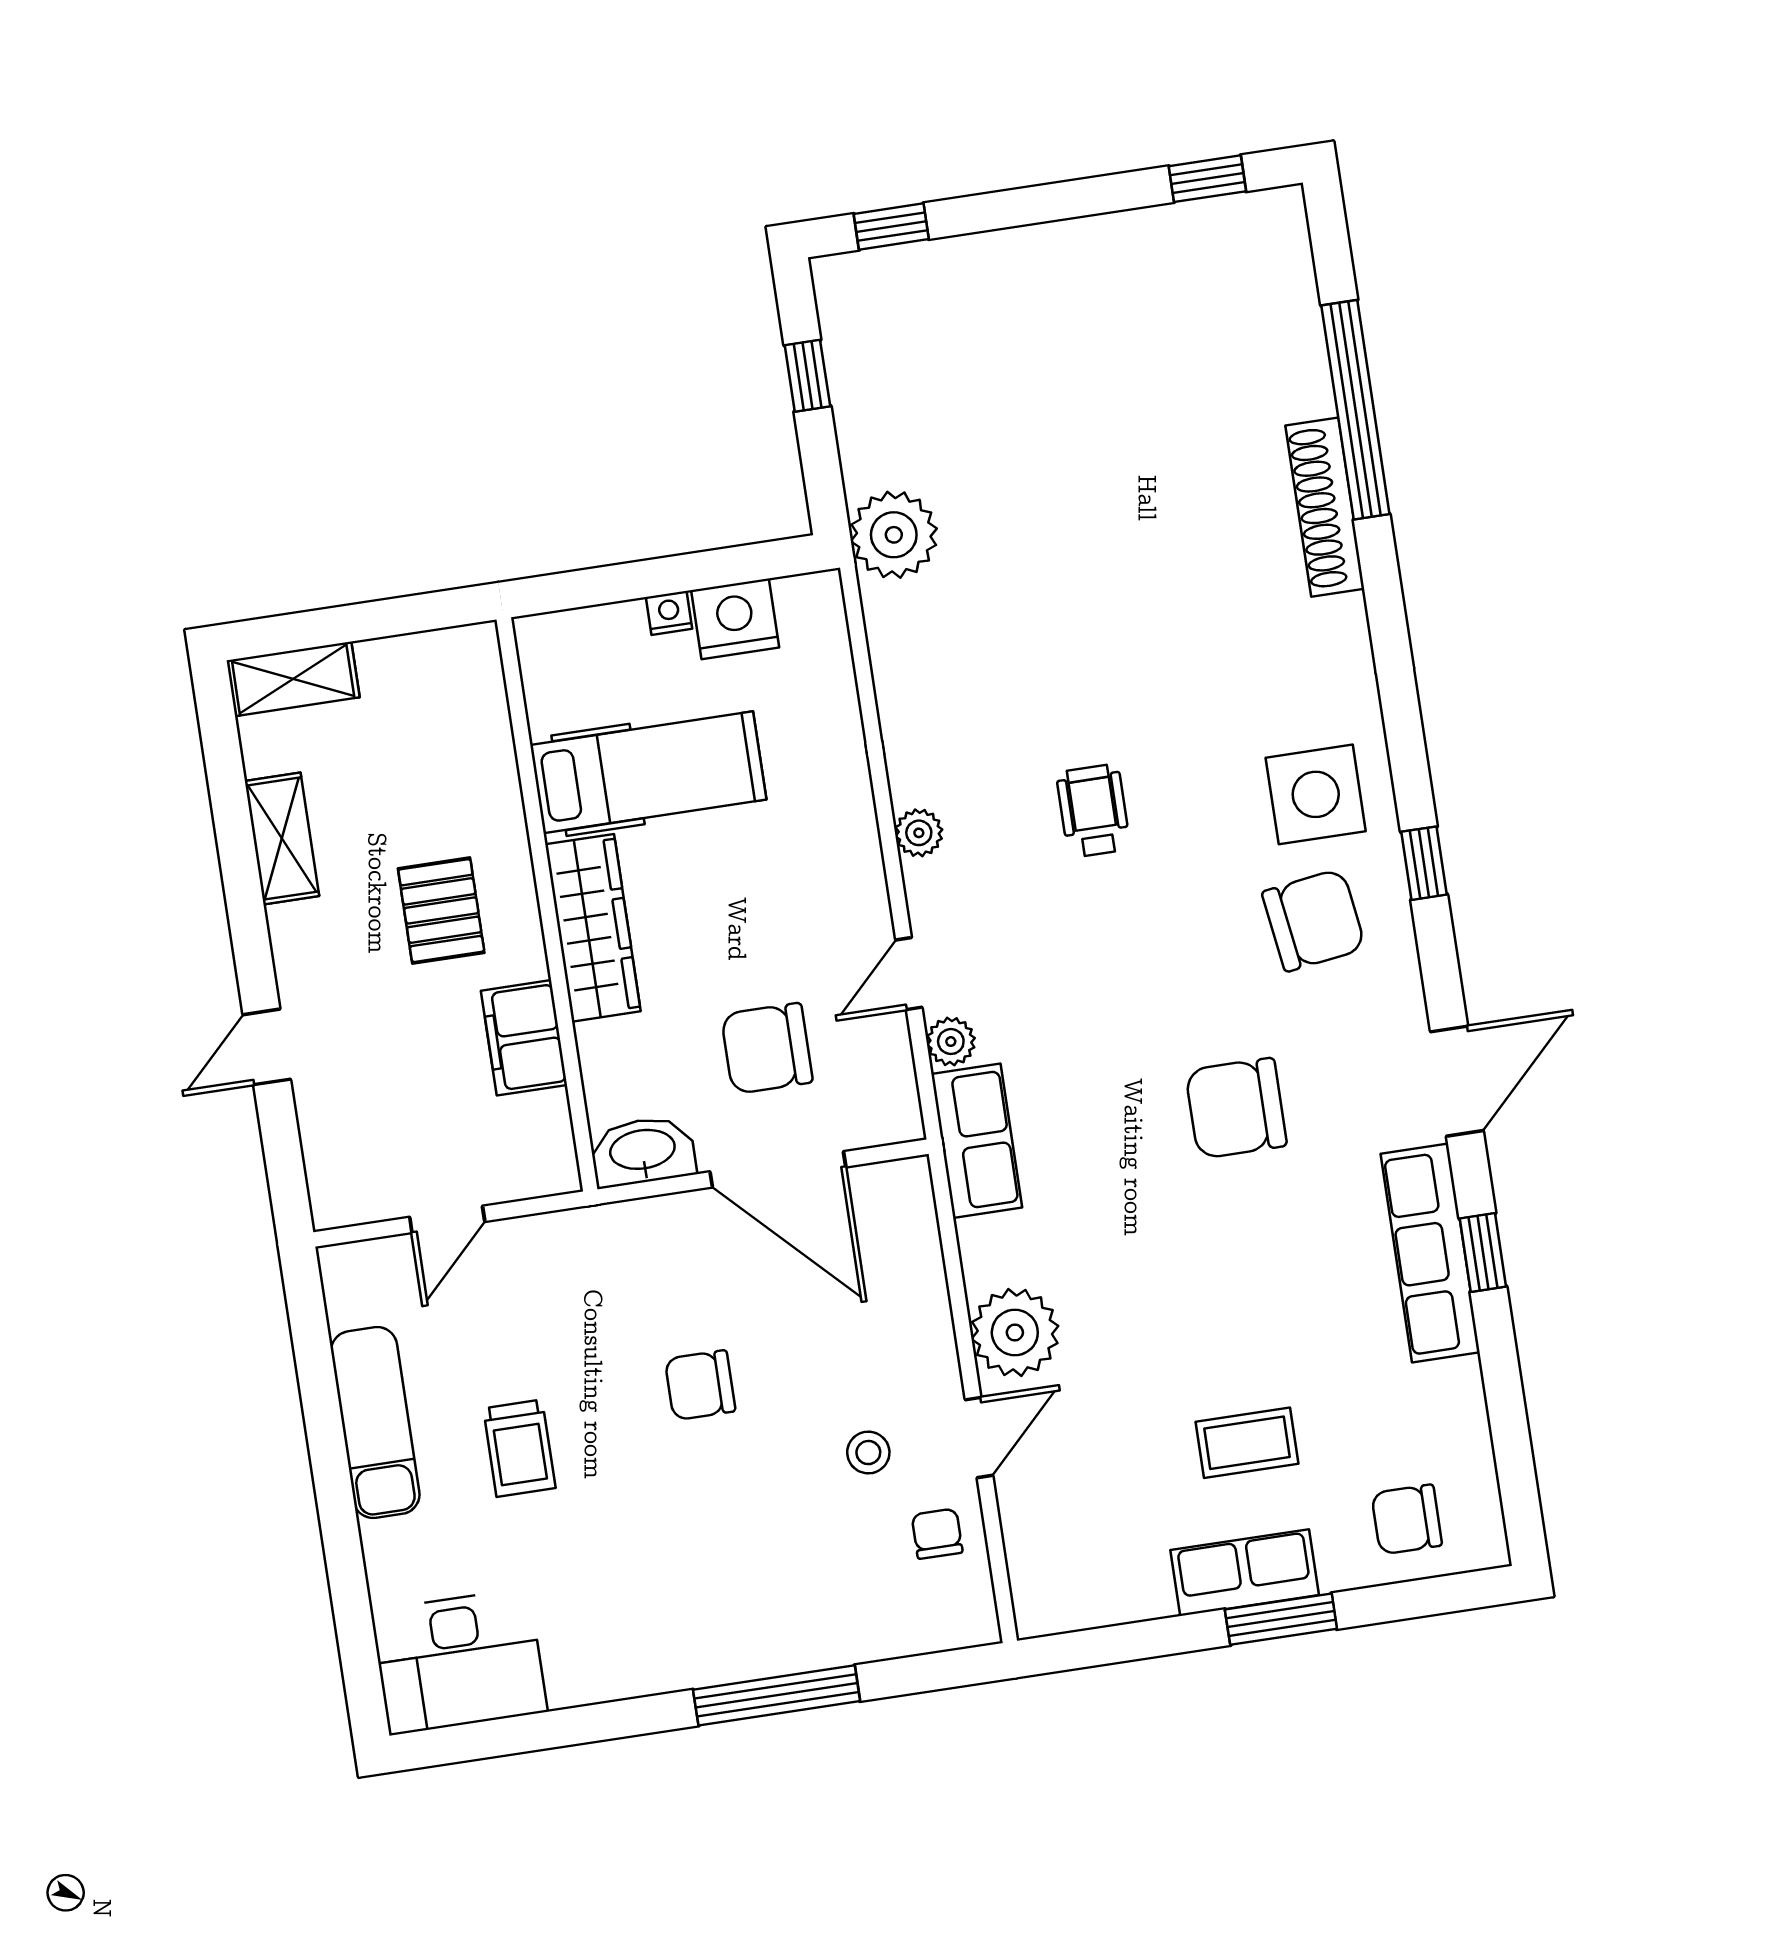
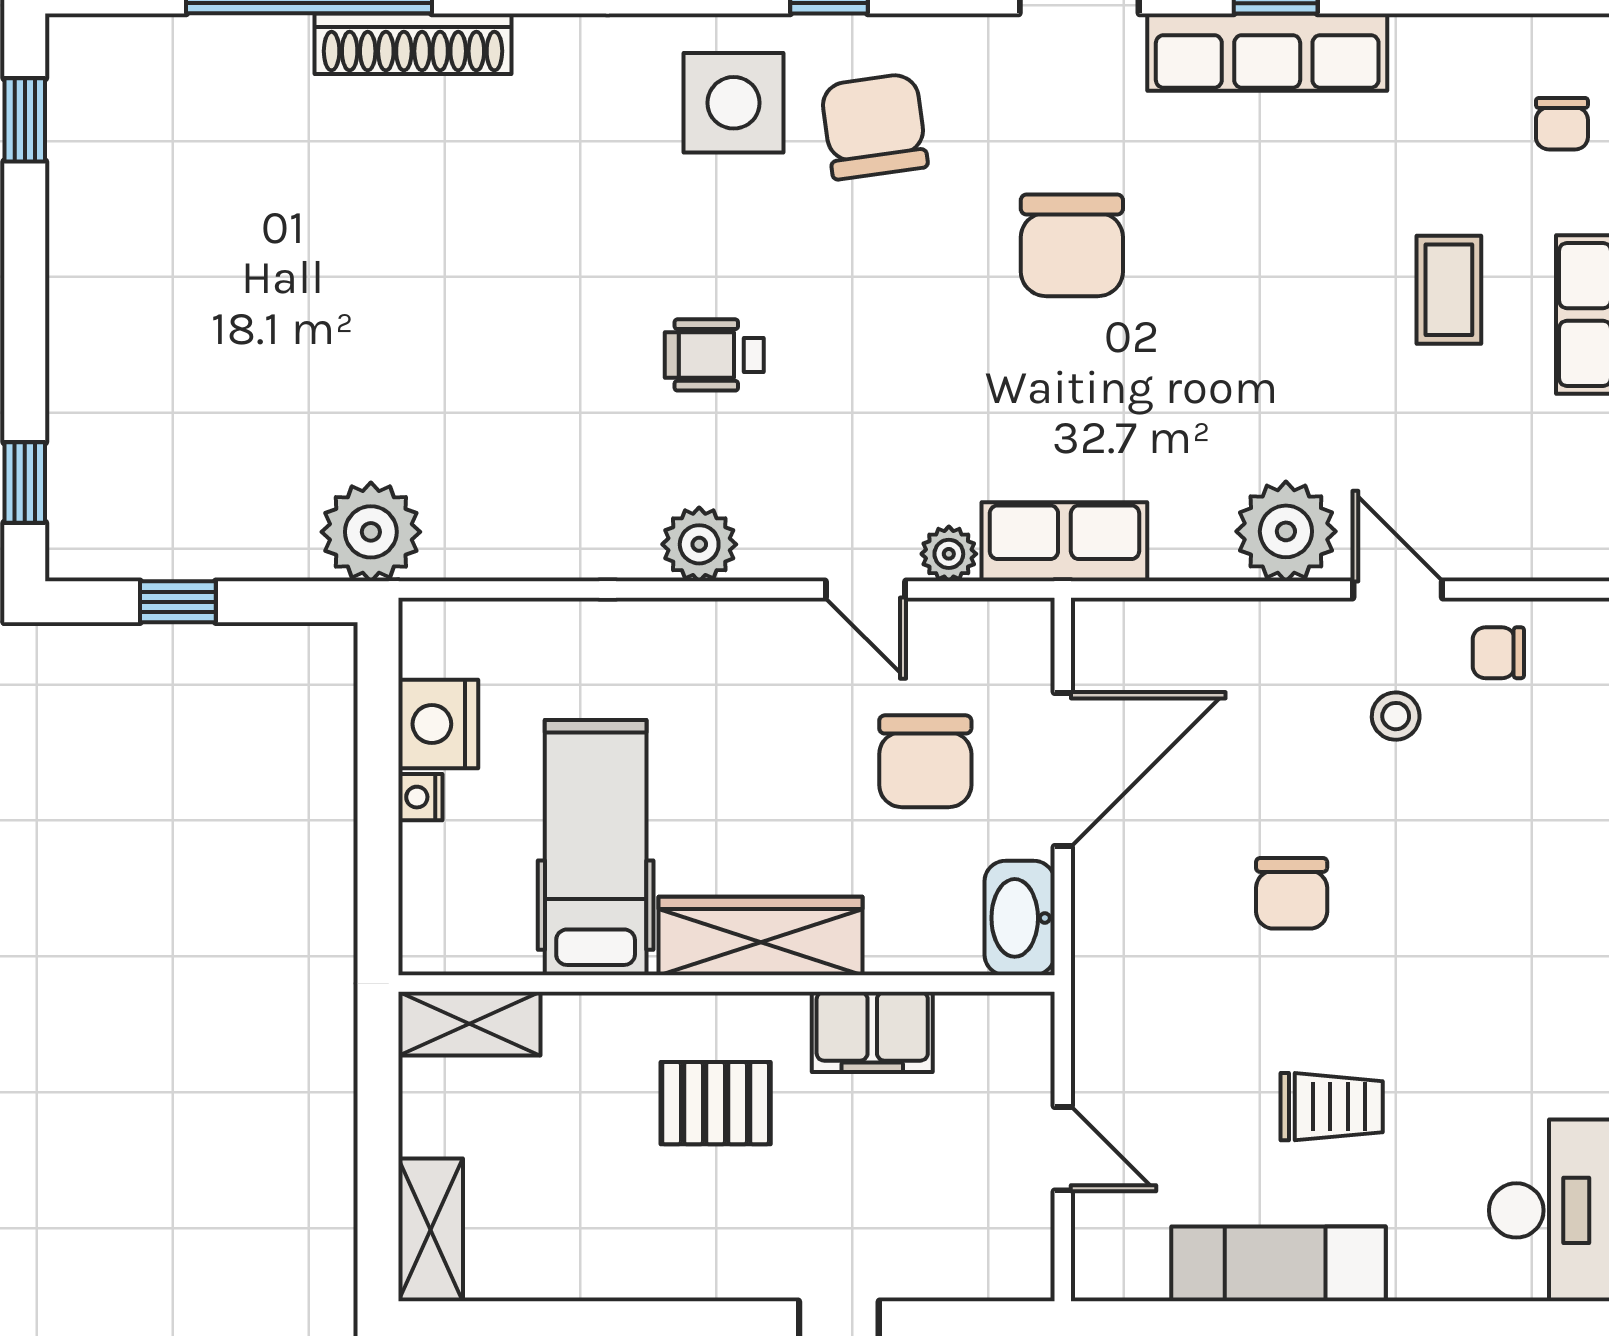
plant: (919, 833) -> (699, 544), width x1.38, depth x1.38
shelving: (282, 839) -> (469, 1024), moved
chair: (1407, 1519) -> (1562, 124), width x0.73, depth x0.73

